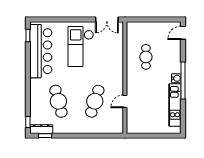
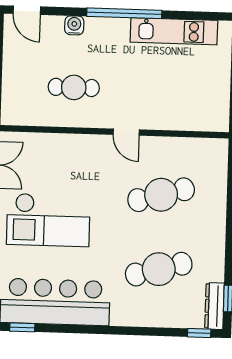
water cooler: (176, 78) -> (74, 25), moved
cafe table: (95, 101) -> (161, 195), turned -33
door: (125, 101) -> (126, 132), moved

